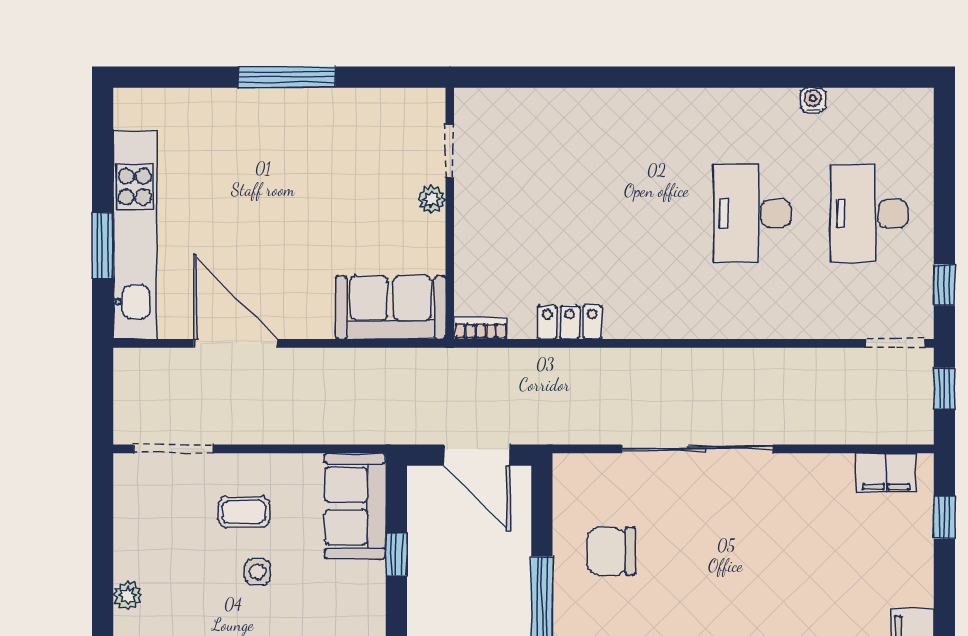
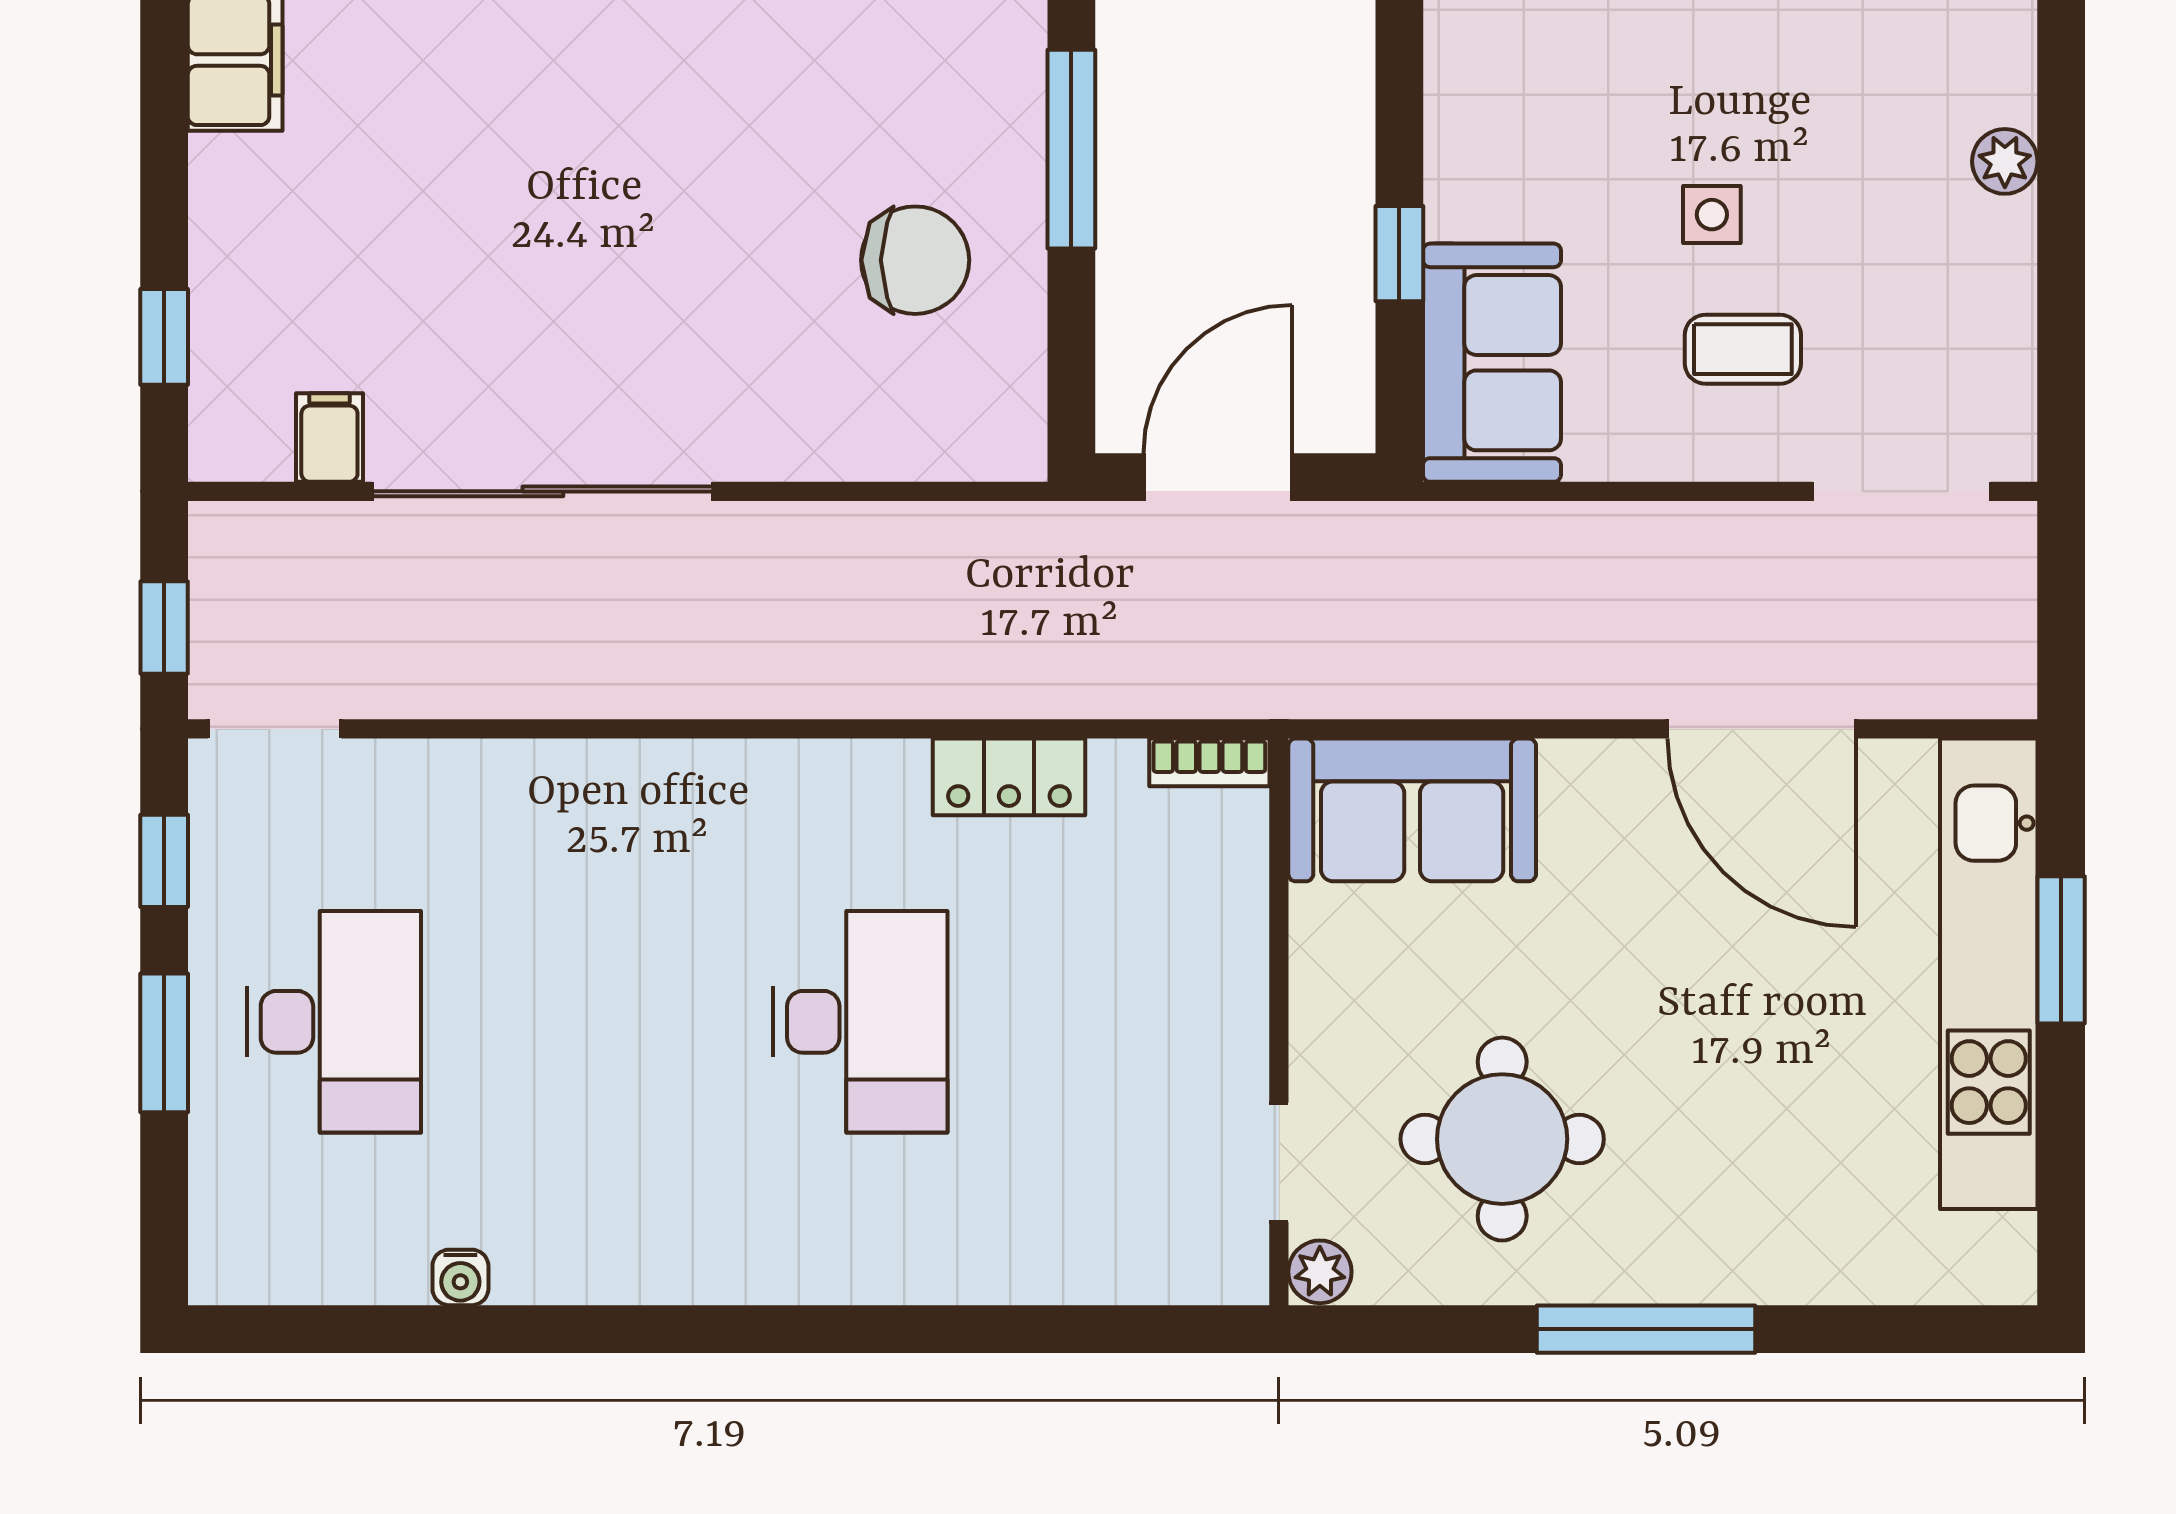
round table: (351, 161) -> (1502, 1139), added
plant: (432, 199) -> (1320, 1272), moved
window: (944, 204) -> (164, 1043), added
desk: (752, 213) -> (860, 1022), moved
sliding door: (697, 449) -> (543, 491), moved
door: (477, 455) -> (1218, 477), hinge flipped
filing cabinet: (886, 473) -> (329, 437), width x0.50

